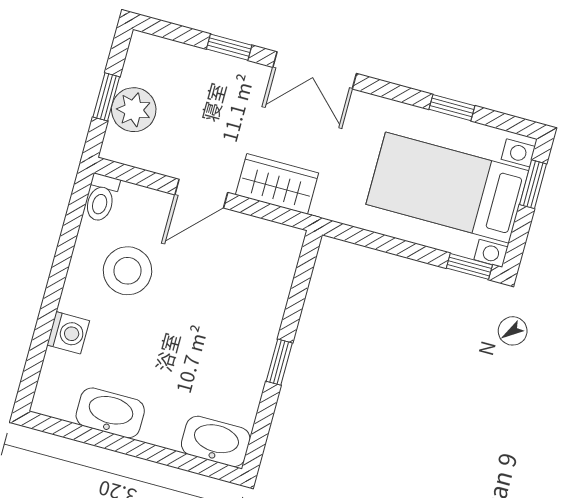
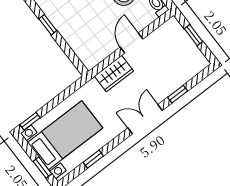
plant: (134, 110) -> (181, 42), removed

